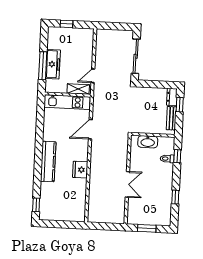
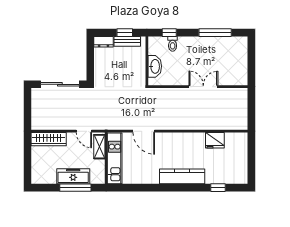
window: (67, 24) -> (27, 163), removed
wardrobe: (87, 44) -> (49, 139), added
window: (180, 105) -> (125, 33), moved
fridge: (80, 170) -> (215, 140), moved
window: (175, 197) -> (215, 33), width x2.17
window: (36, 205) -> (218, 188), moved
window: (147, 228) -> (251, 63), removed

